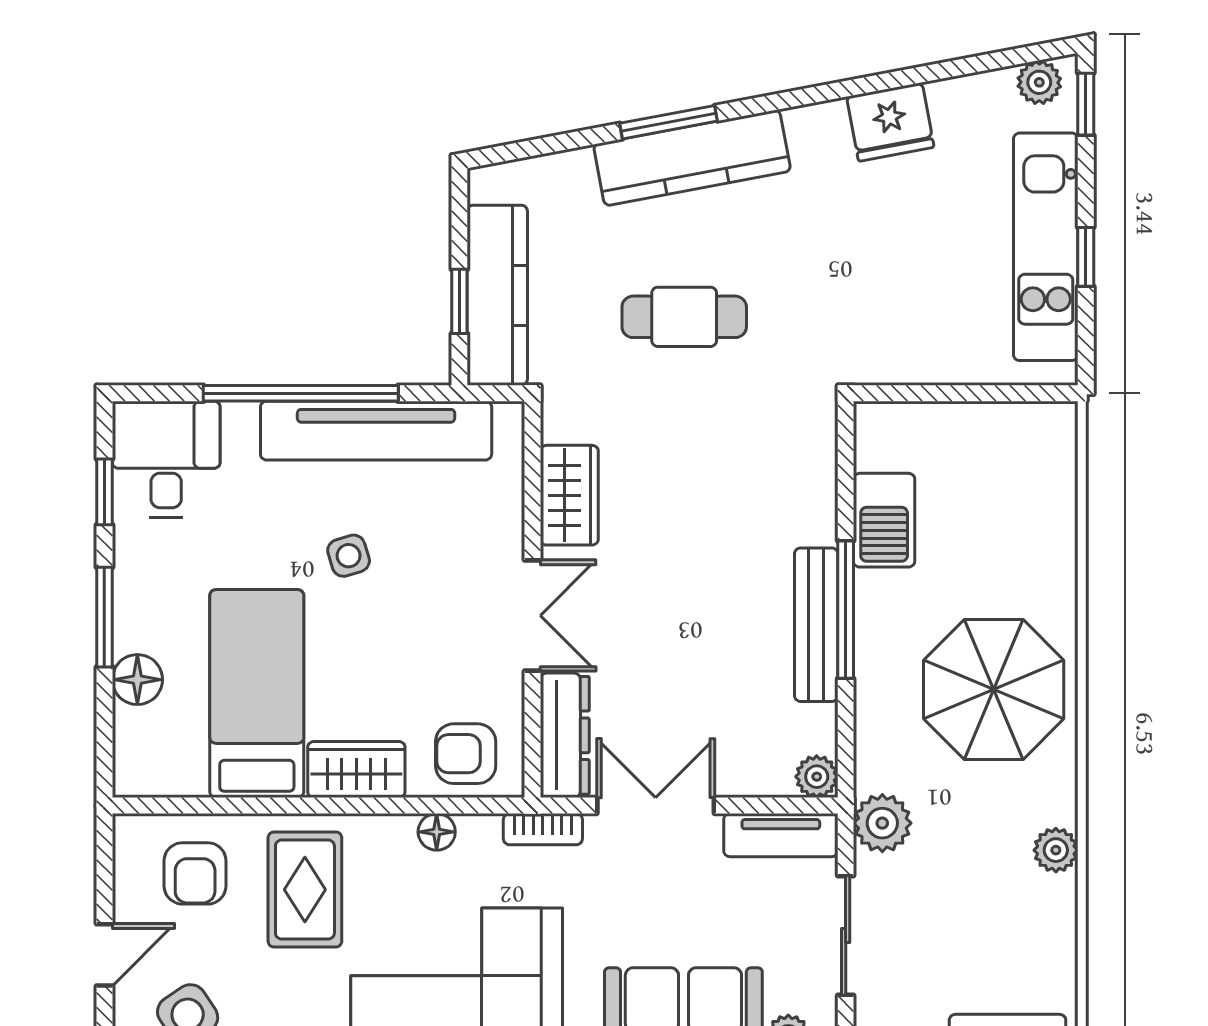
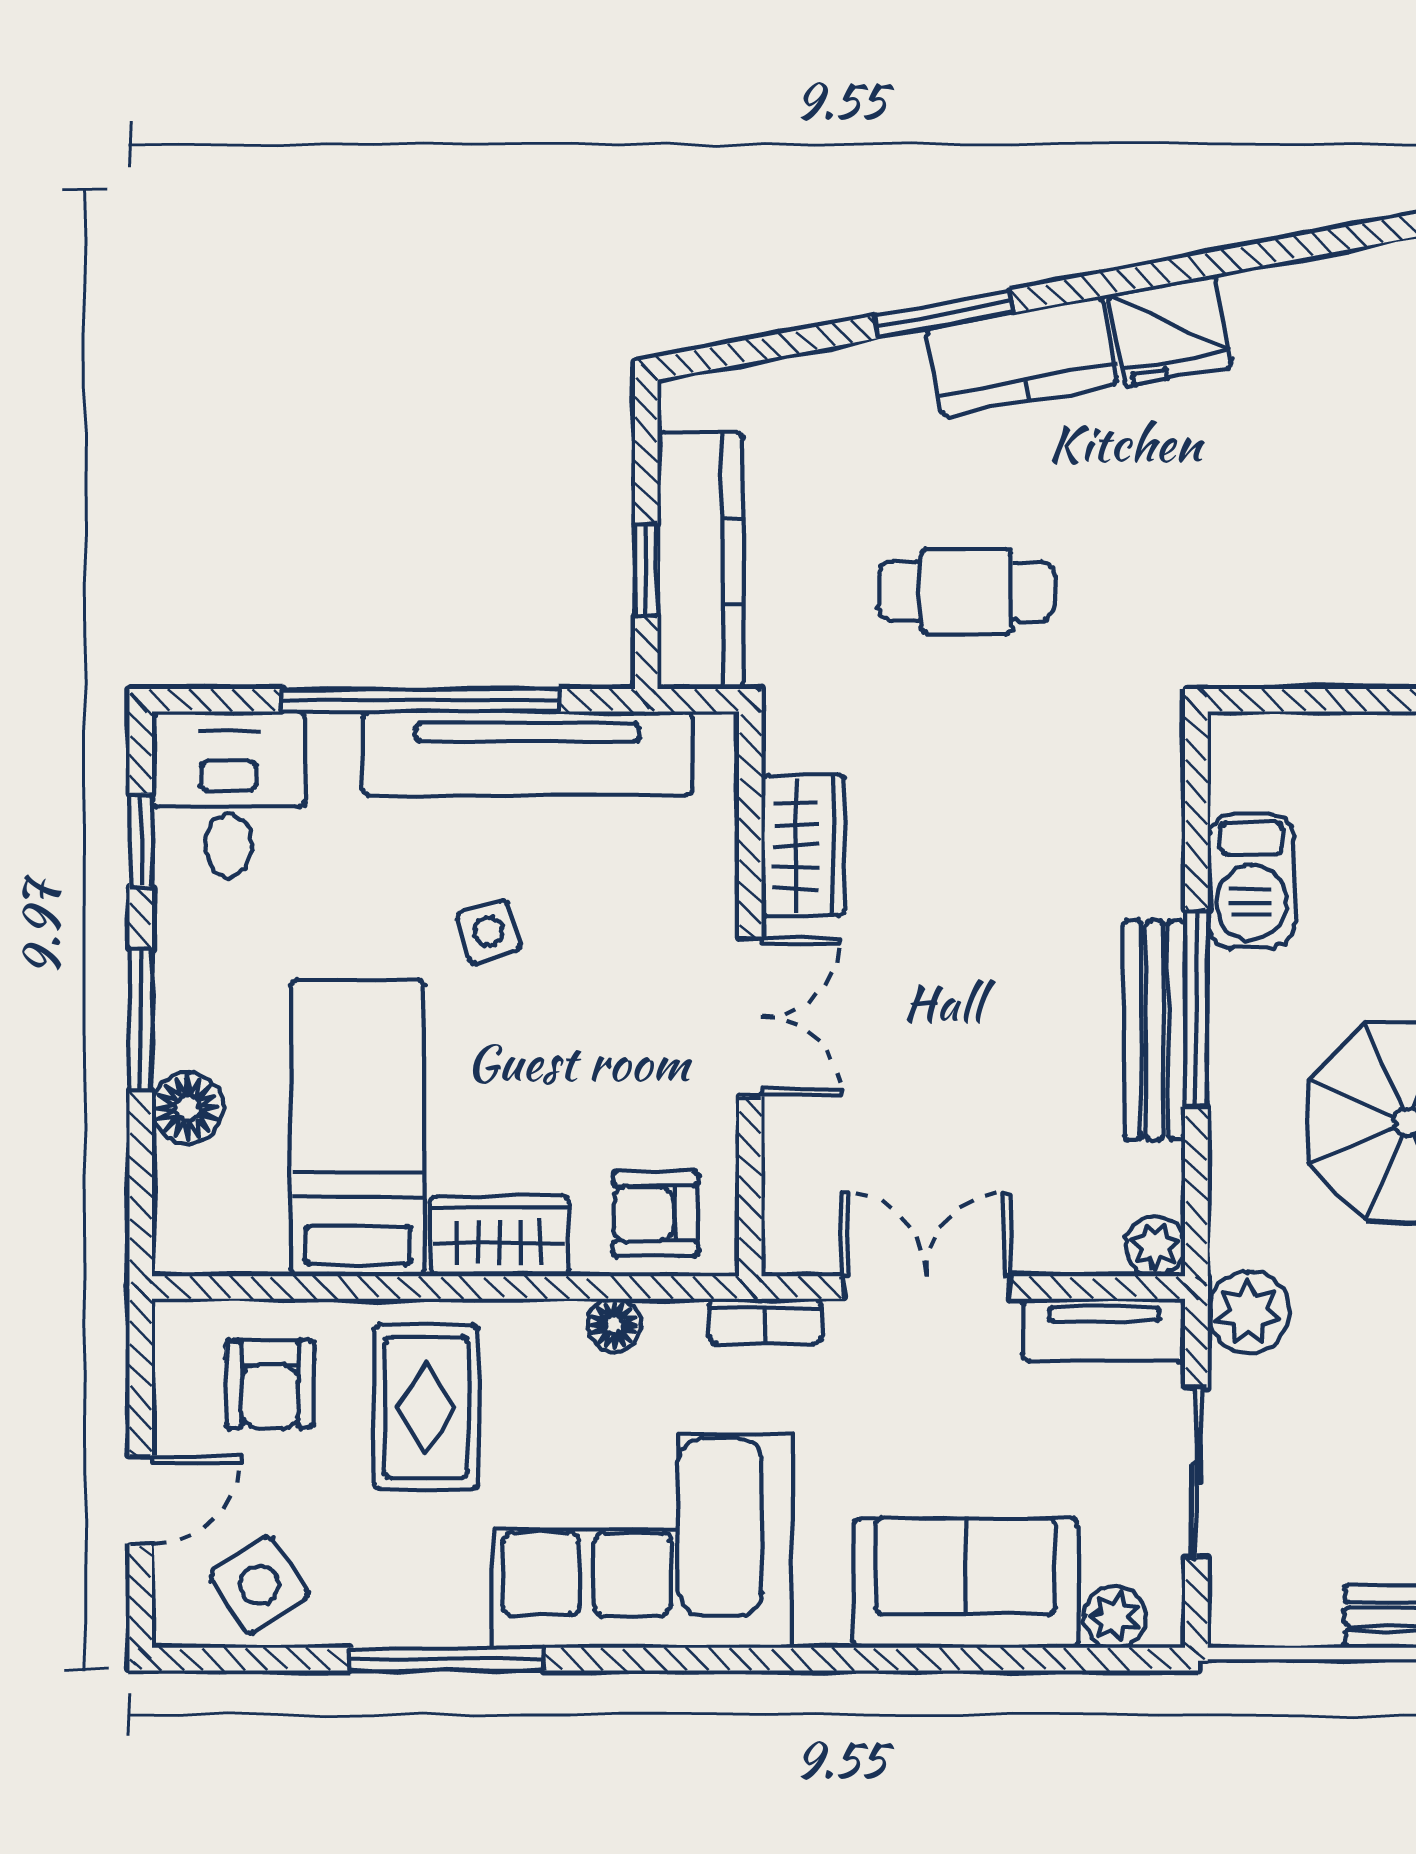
fridge: (890, 122) -> (1170, 331), moved
kitchen counter: (692, 158) -> (1022, 357), width x0.67
dresser: (565, 735) -> (796, 1187), removed

